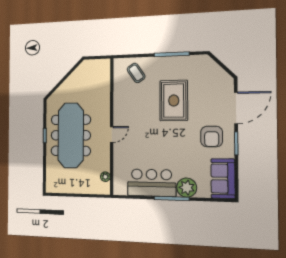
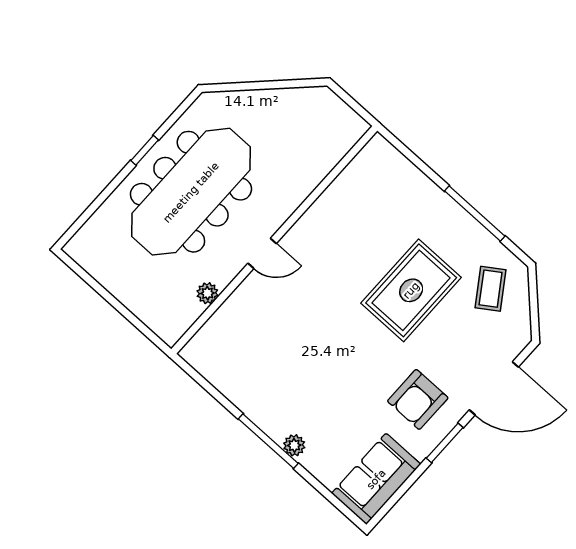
coffee table: (136, 73) -> (491, 289), moved
plant: (105, 177) -> (207, 293), moved
bar counter: (151, 183) -> (258, 389), removed
plant: (187, 188) -> (294, 445), width x0.53, depth x0.53

